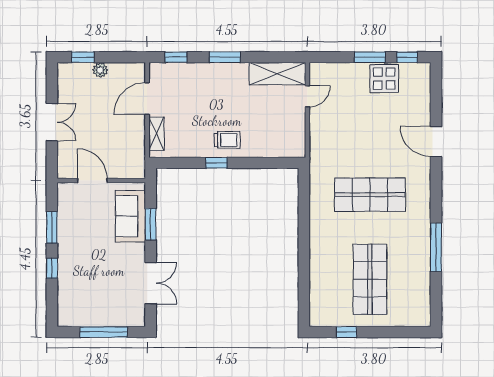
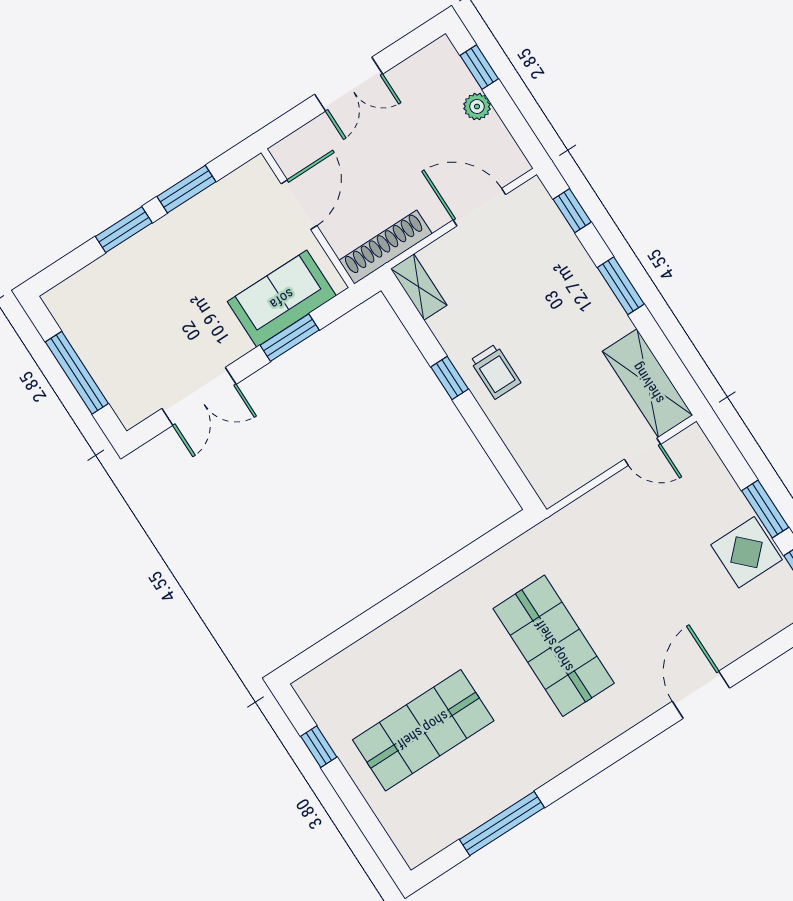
shelving: (156, 134) -> (419, 287), moved, turned 90
shoe rack: (137, 153) -> (386, 247), added
window: (436, 247) -> (502, 824), moved
window: (52, 268) -> (124, 230), width x1.50

